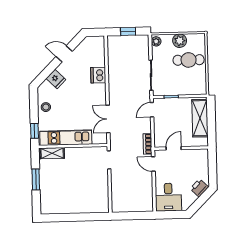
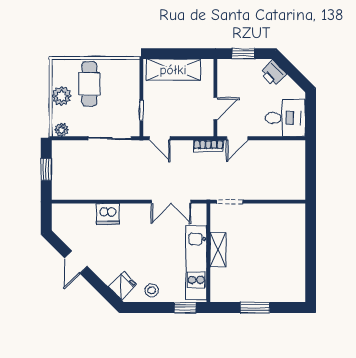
fridge: (56, 79) -> (122, 286), moved
door: (174, 148) -> (215, 109), swing flipped
shelving: (52, 153) -> (218, 250), moved
window: (212, 167) -> (243, 54), added

